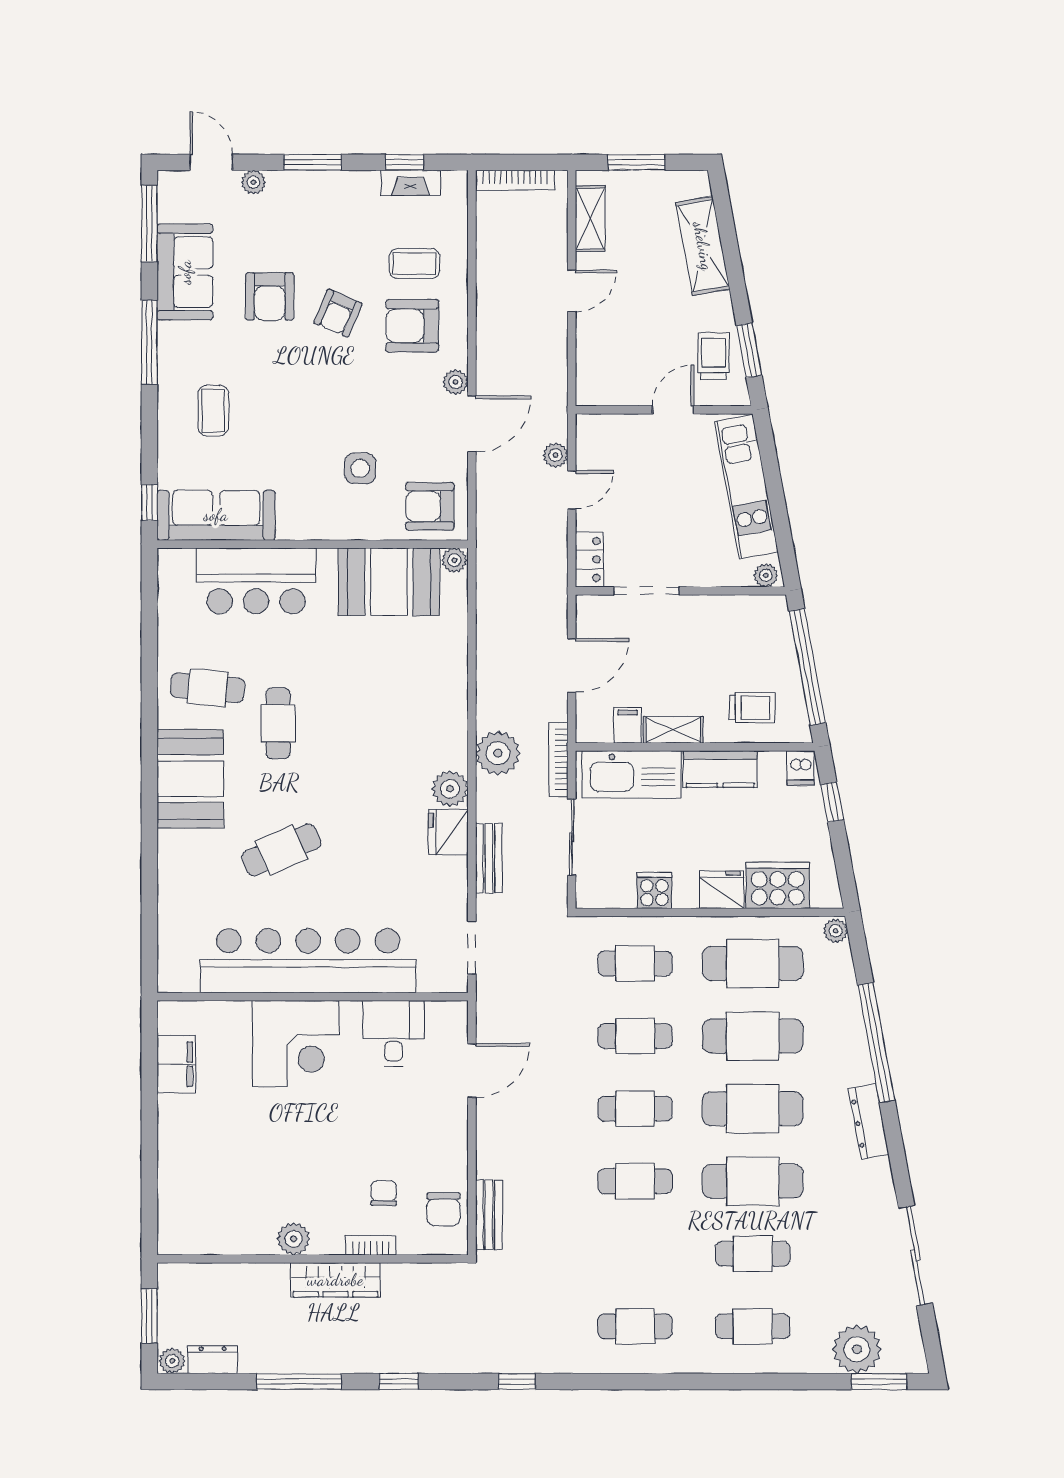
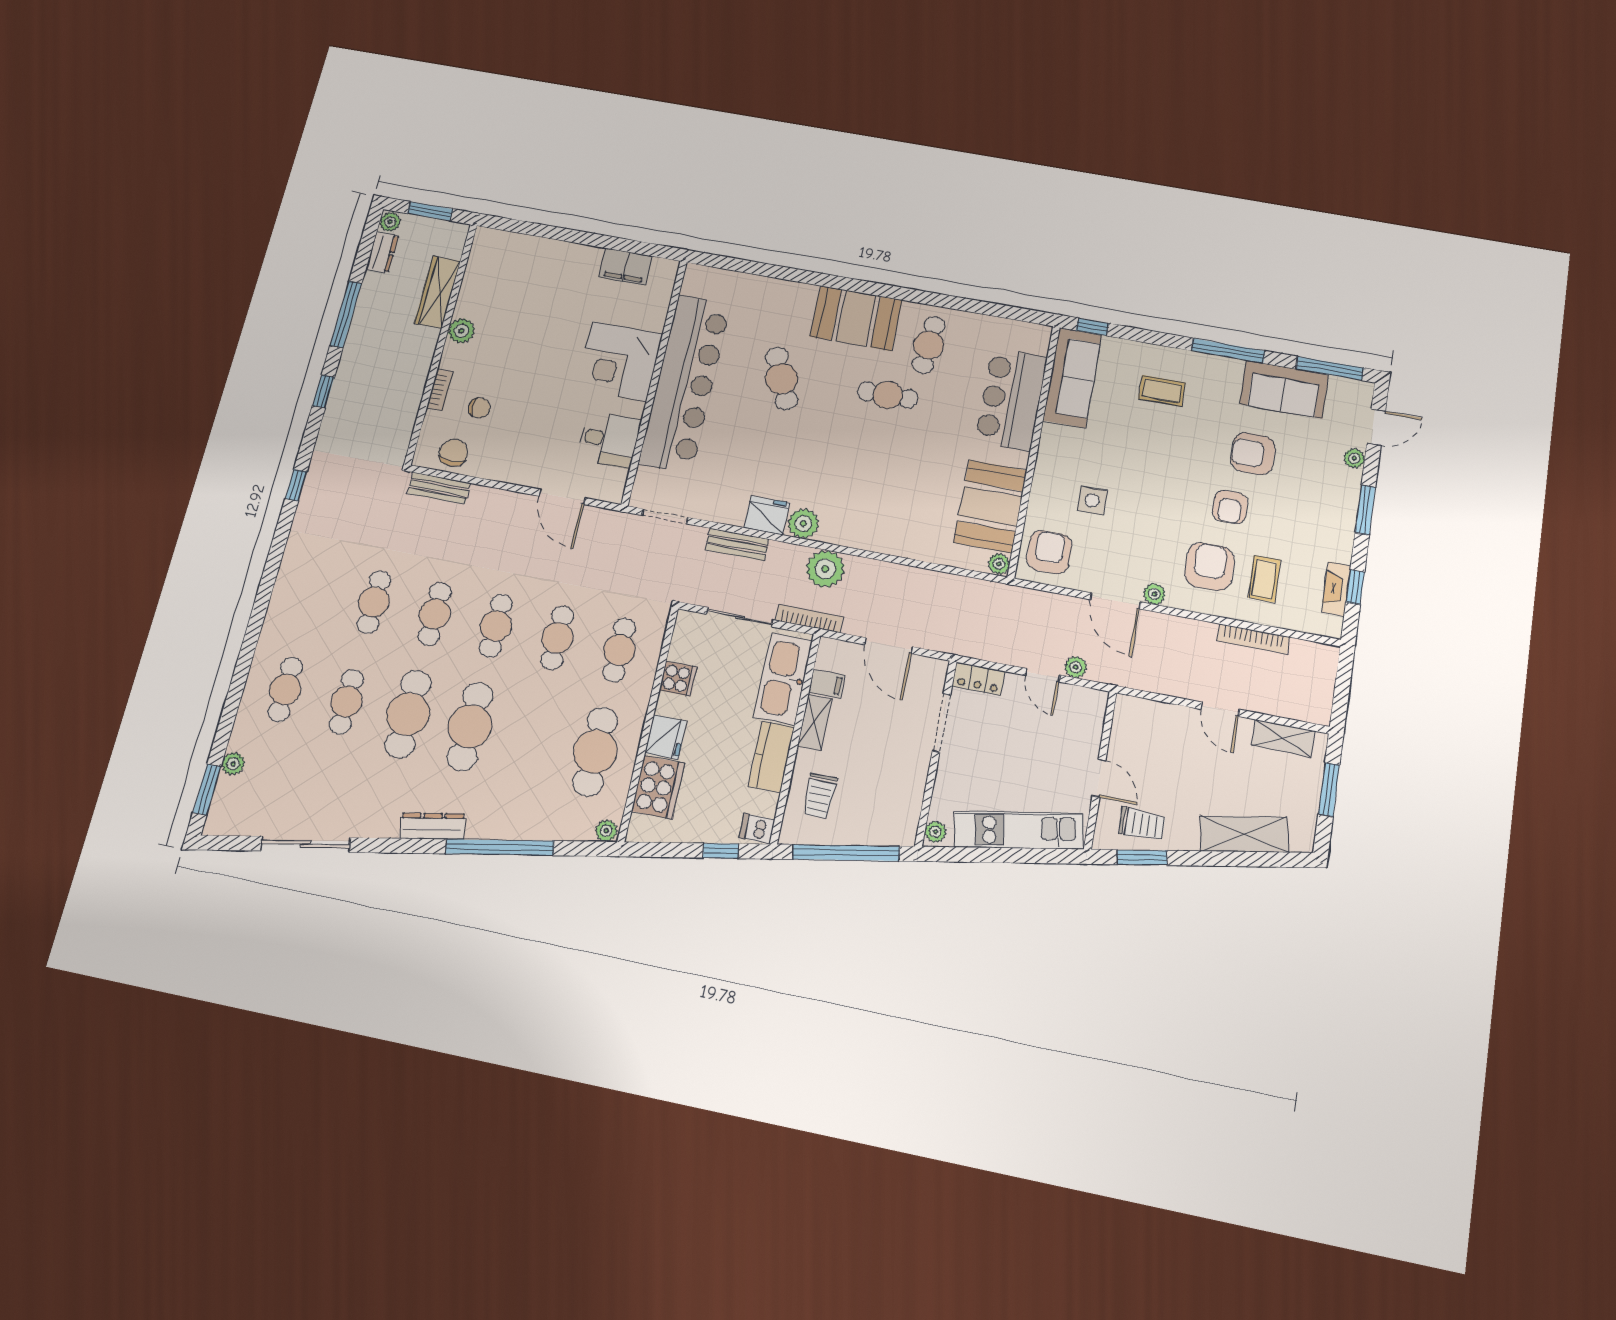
bookcase: (515, 180) -> (1253, 639), moved, turned -90
armchair: (338, 313) -> (1230, 507), turned -113
cafe table: (753, 1036) -> (532, 739), removed
chair: (443, 1209) -> (453, 453), turned 90
wardrobe: (335, 1280) -> (438, 292), moved
cafe table: (635, 1326) -> (374, 602), moved
plant: (857, 1349) -> (233, 764), width x0.53, depth x0.53

